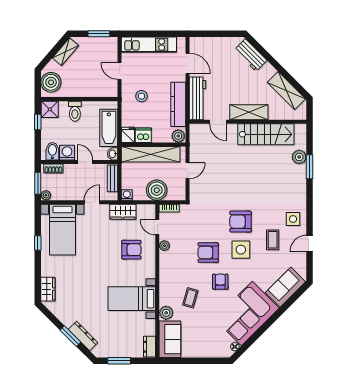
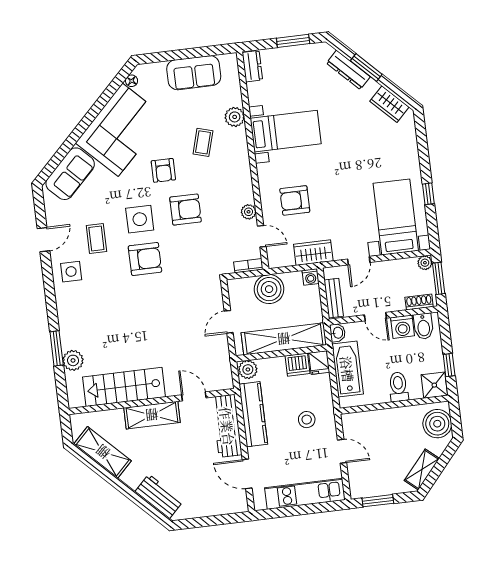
wardrobe: (48, 289) -> (389, 104), moved, turned -45
sofa: (170, 339) -> (194, 73), moved, turned -90

